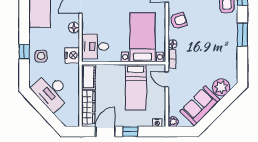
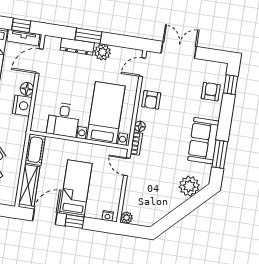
armchair: (179, 21) -> (151, 100), turned 108
window: (242, 35) -> (220, 154), moved
desk: (95, 46) -> (63, 120), moved, turned -90
nightstand: (72, 55) -> (22, 106), moved
bed: (136, 87) -> (76, 188), moved, turned 180
sofa: (200, 106) -> (203, 141), moved, turned -45

